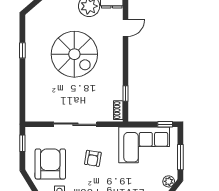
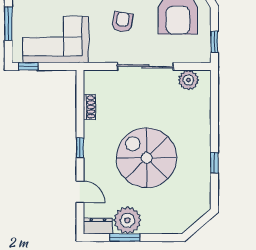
door: (125, 28) -> (80, 192), swing flipped
window: (125, 93) -> (80, 148), moved
shoe rack: (118, 110) -> (90, 107), moved
plant: (42, 114) -> (188, 80), added

